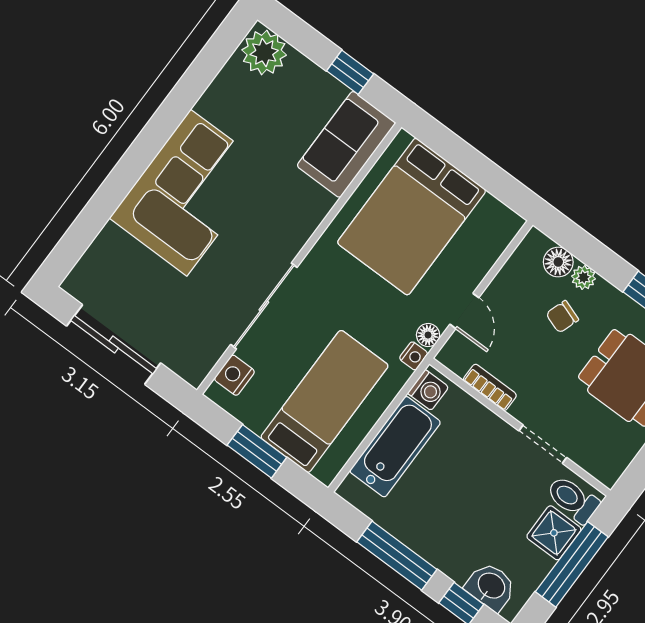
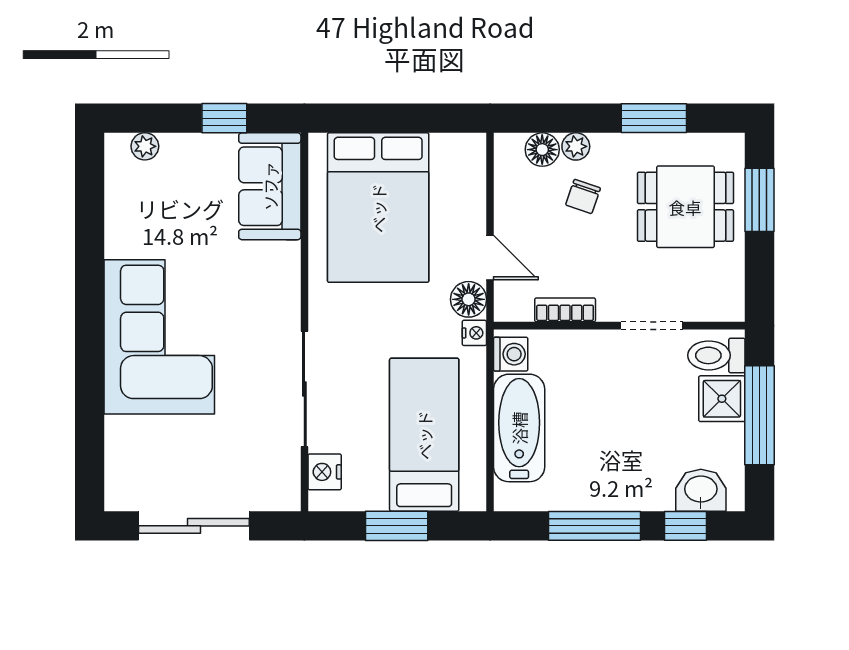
plant: (264, 52) -> (145, 146), width x0.53, depth x0.53
floor lamp: (428, 335) -> (469, 299), width x1.37, depth x1.37

